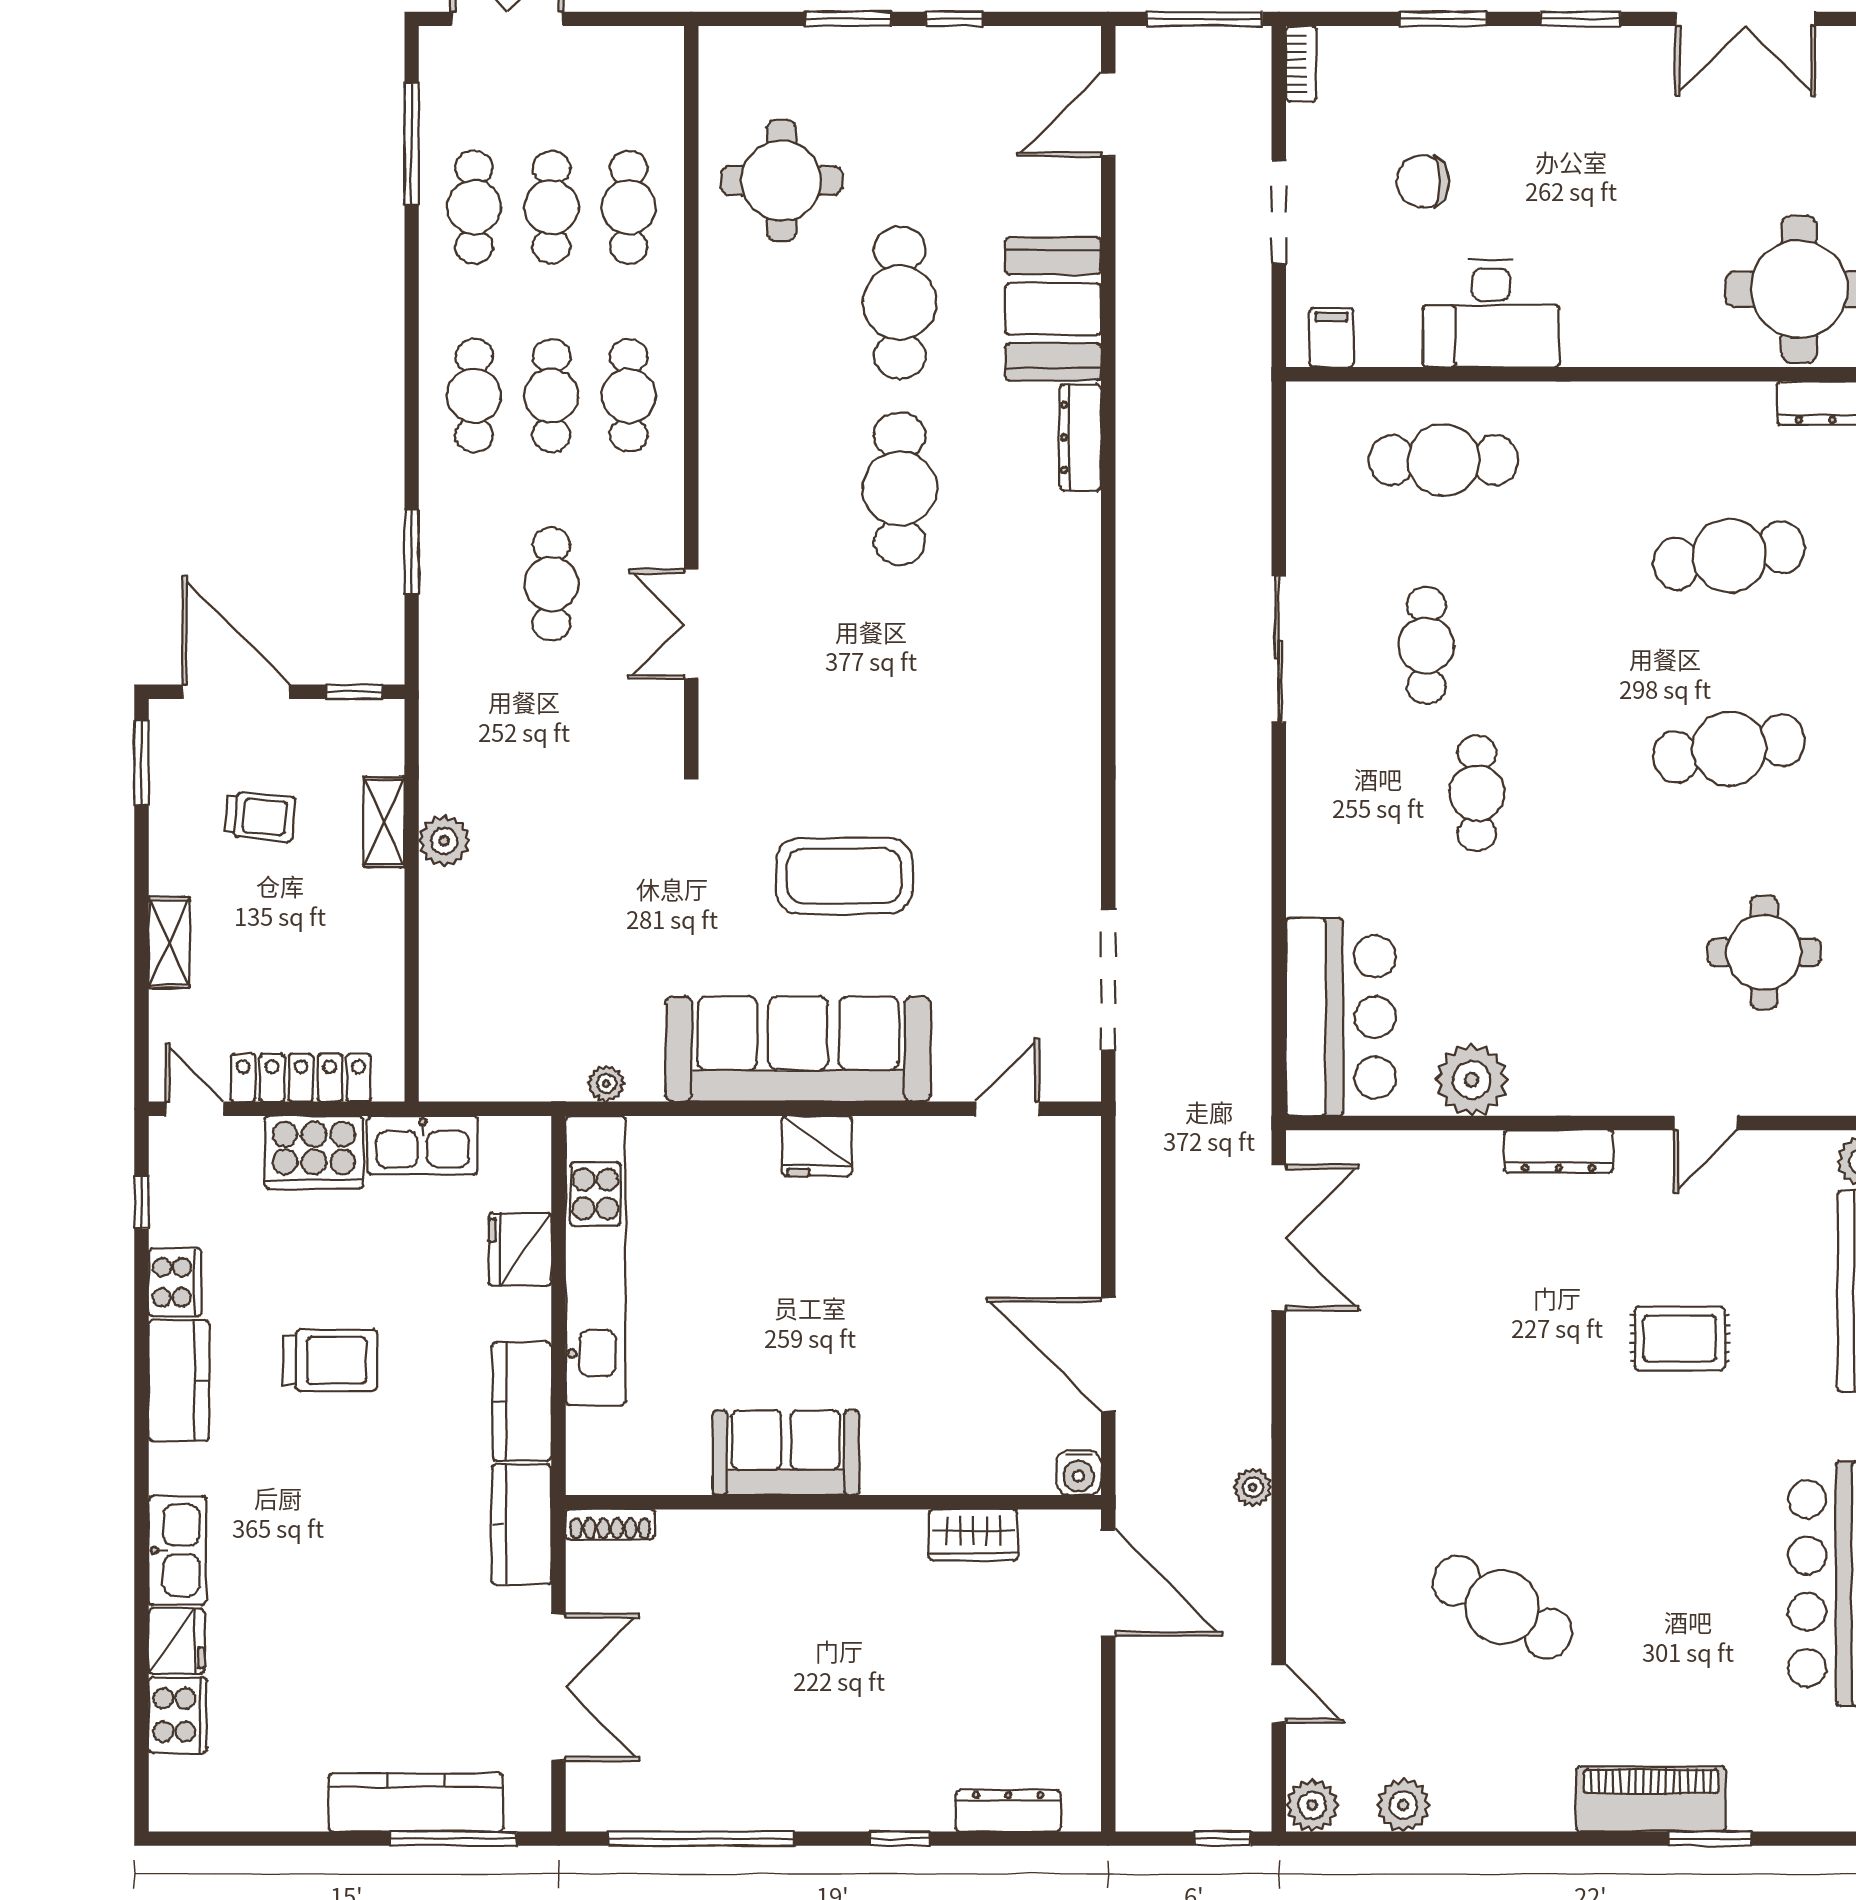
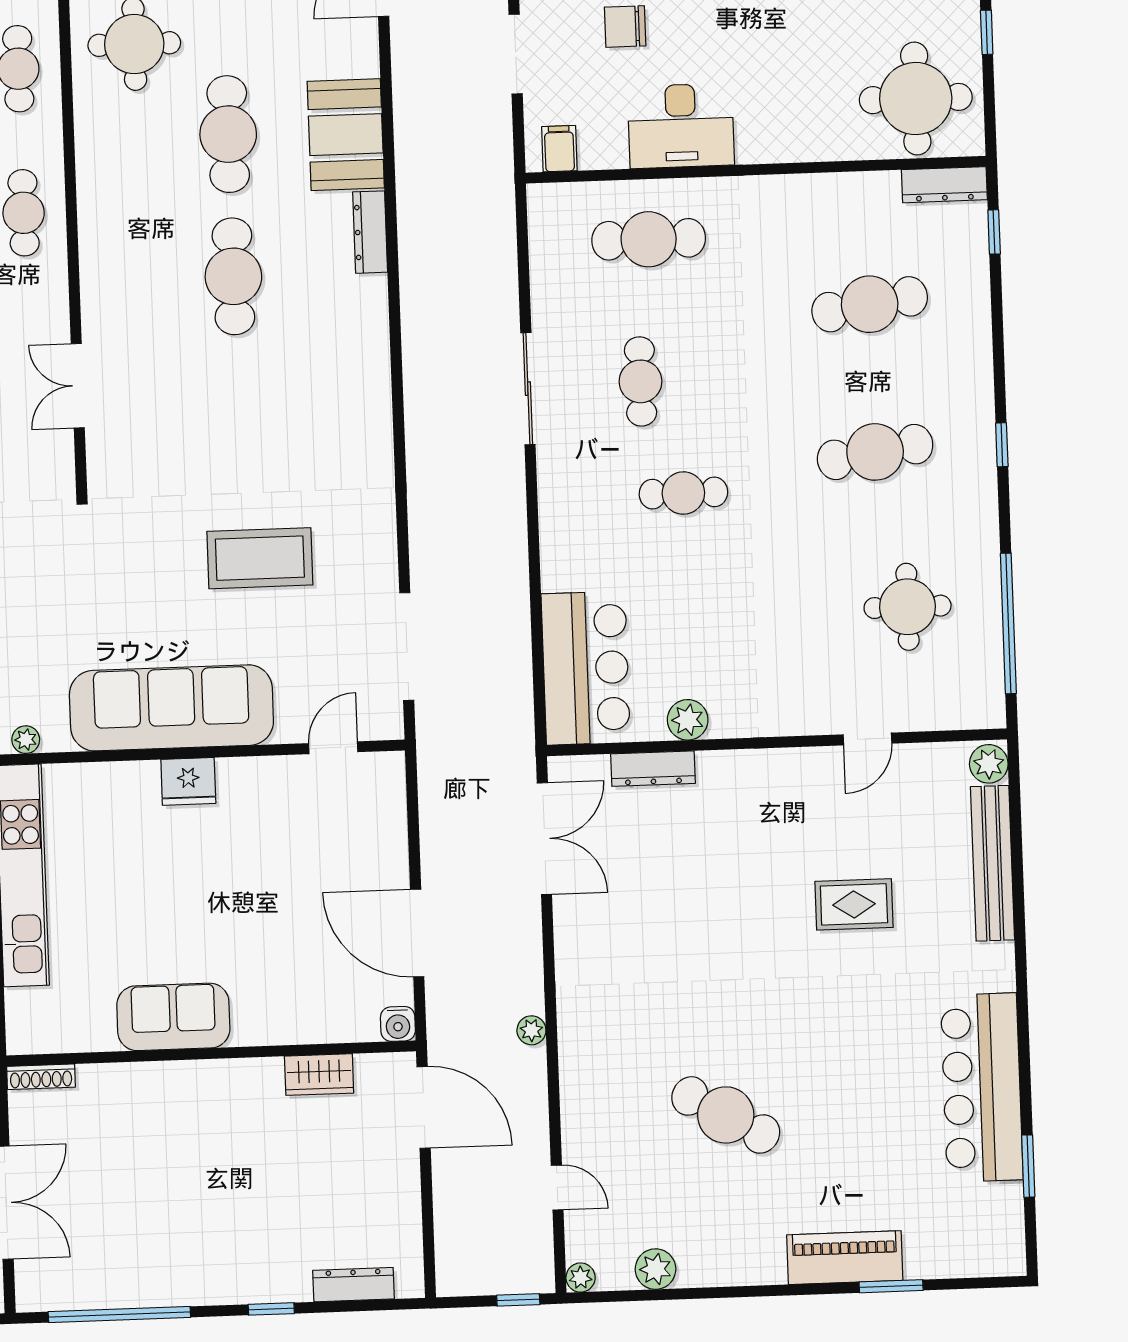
cafe table: (1477, 793) -> (683, 493), turned 90
coffee table: (844, 876) -> (260, 558), moved
plant: (1472, 1080) -> (688, 720), width x0.73, depth x0.73
dresser: (1559, 1151) -> (653, 769), moved
plant: (1312, 1805) -> (581, 1278), width x0.73, depth x0.73

